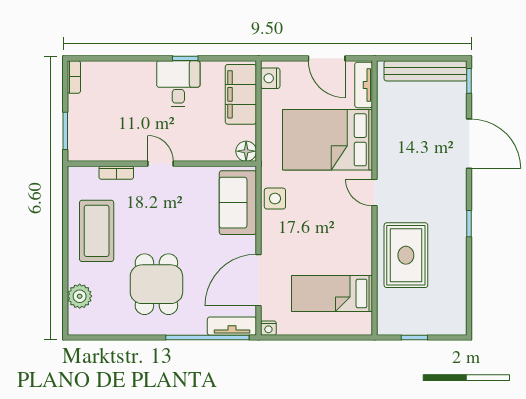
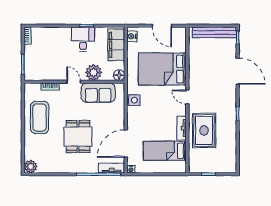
tv unit: (364, 85) -> (182, 128), moved
plant: (198, 146) -> (94, 72), added
sofa: (238, 203) -> (98, 93), moved, turned -90
dining table: (156, 284) -> (78, 137), moved
plant: (80, 296) -> (31, 167), moved

